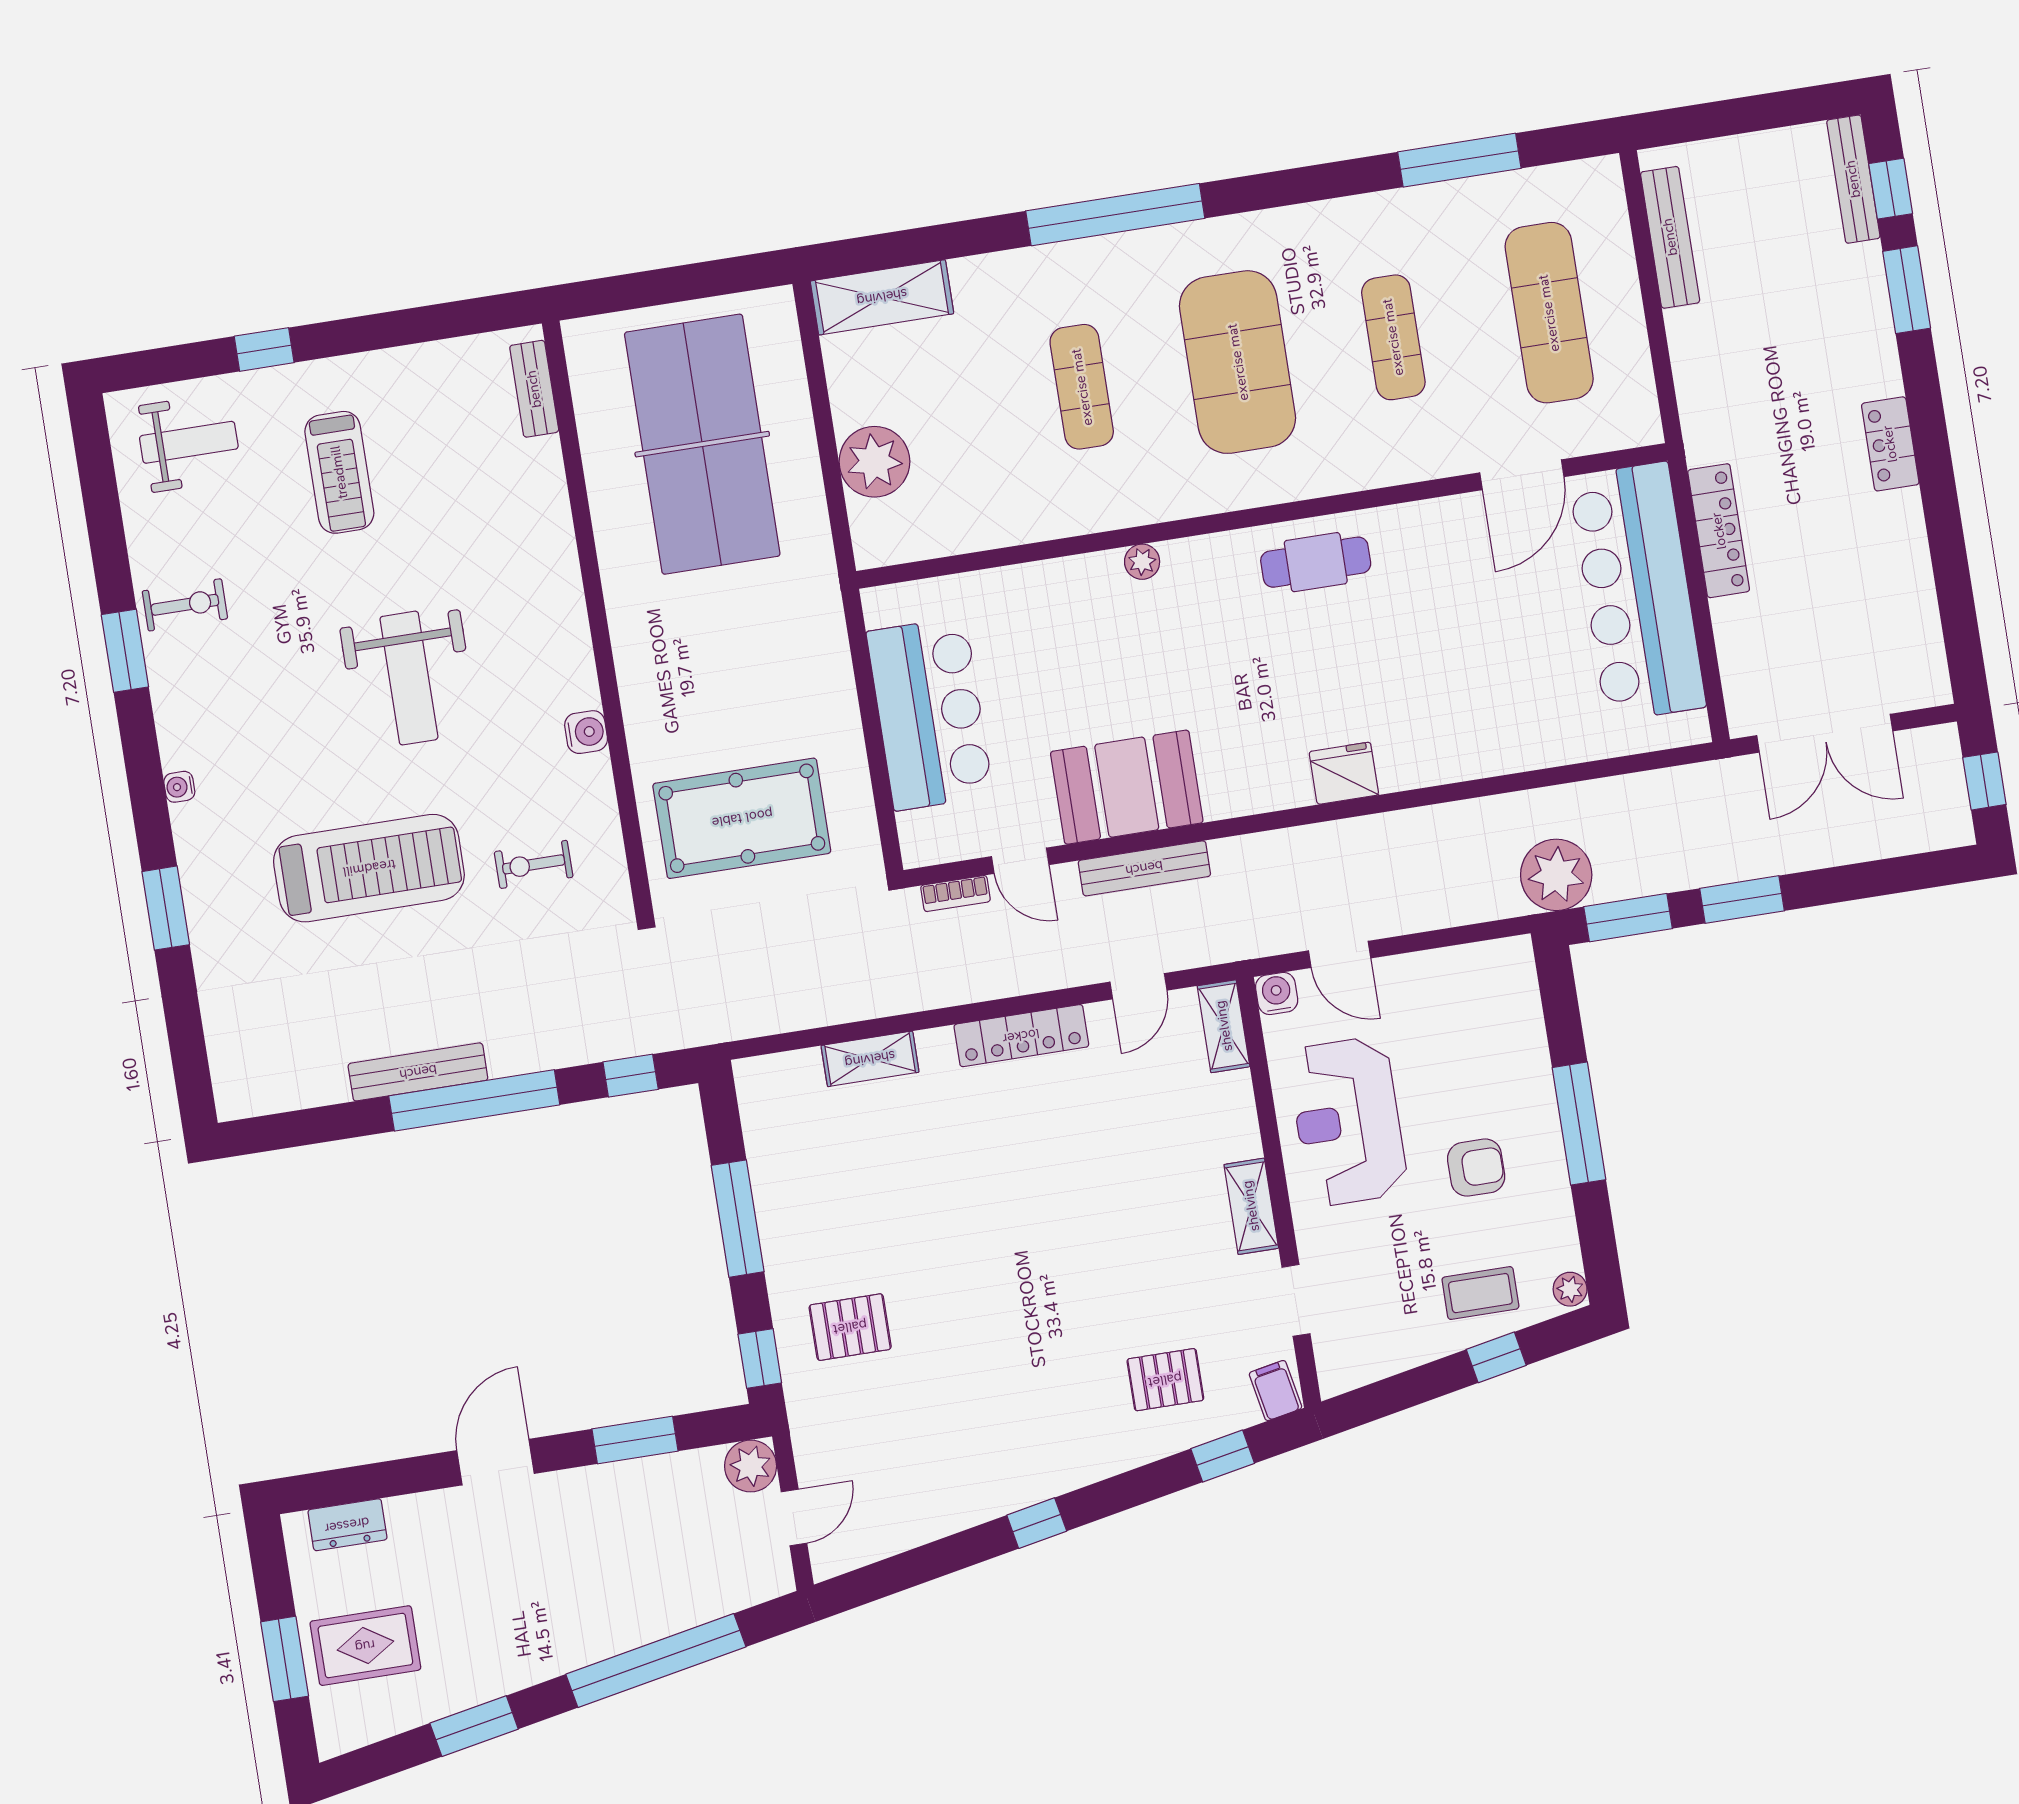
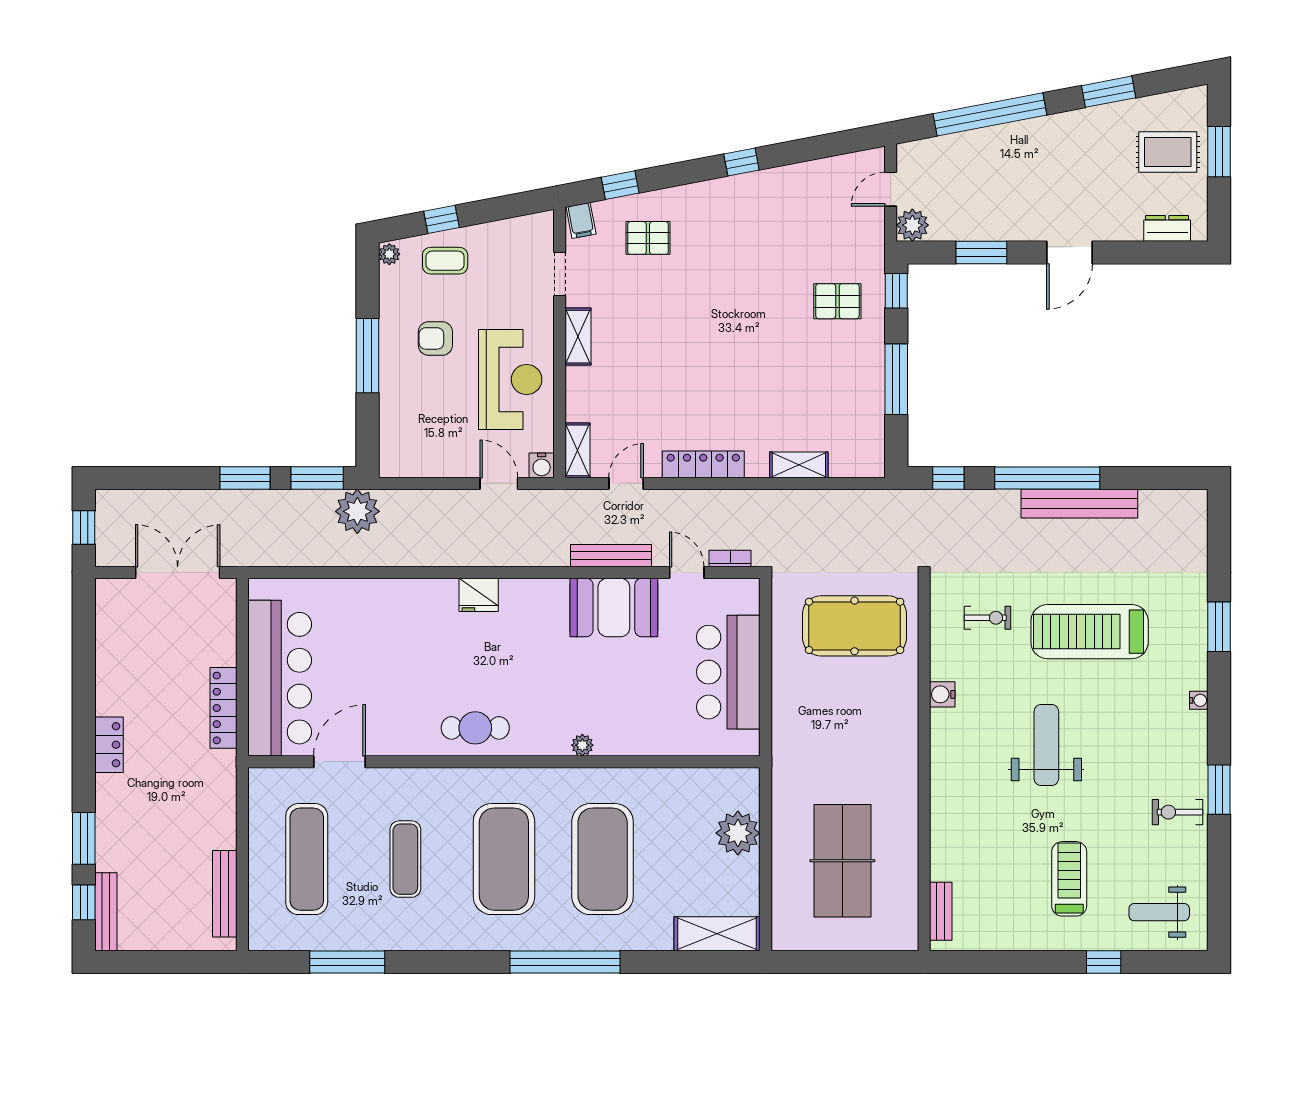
exercise mat: (1082, 387) -> (603, 859), width x2.00, depth x1.45
table tennis table: (702, 444) -> (842, 861), width x0.73, depth x0.76
bench: (418, 1072) -> (1079, 504), width x1.37, depth x1.21

